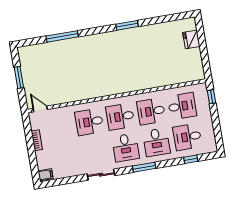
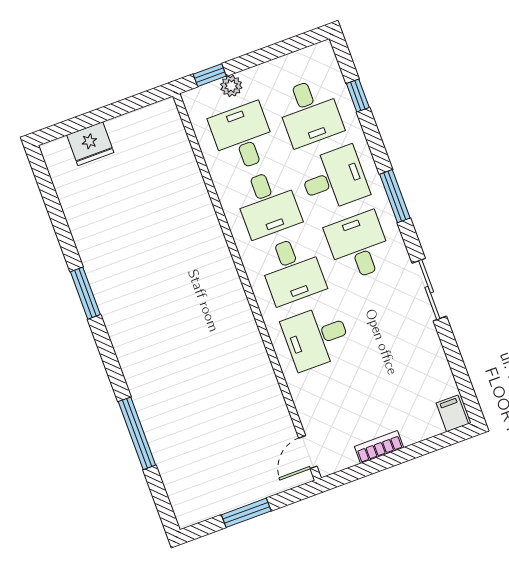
plant: (205, 105) -> (231, 86), added
desk: (89, 122) -> (316, 337), turned 90
desk: (126, 148) -> (359, 246), turned -90

